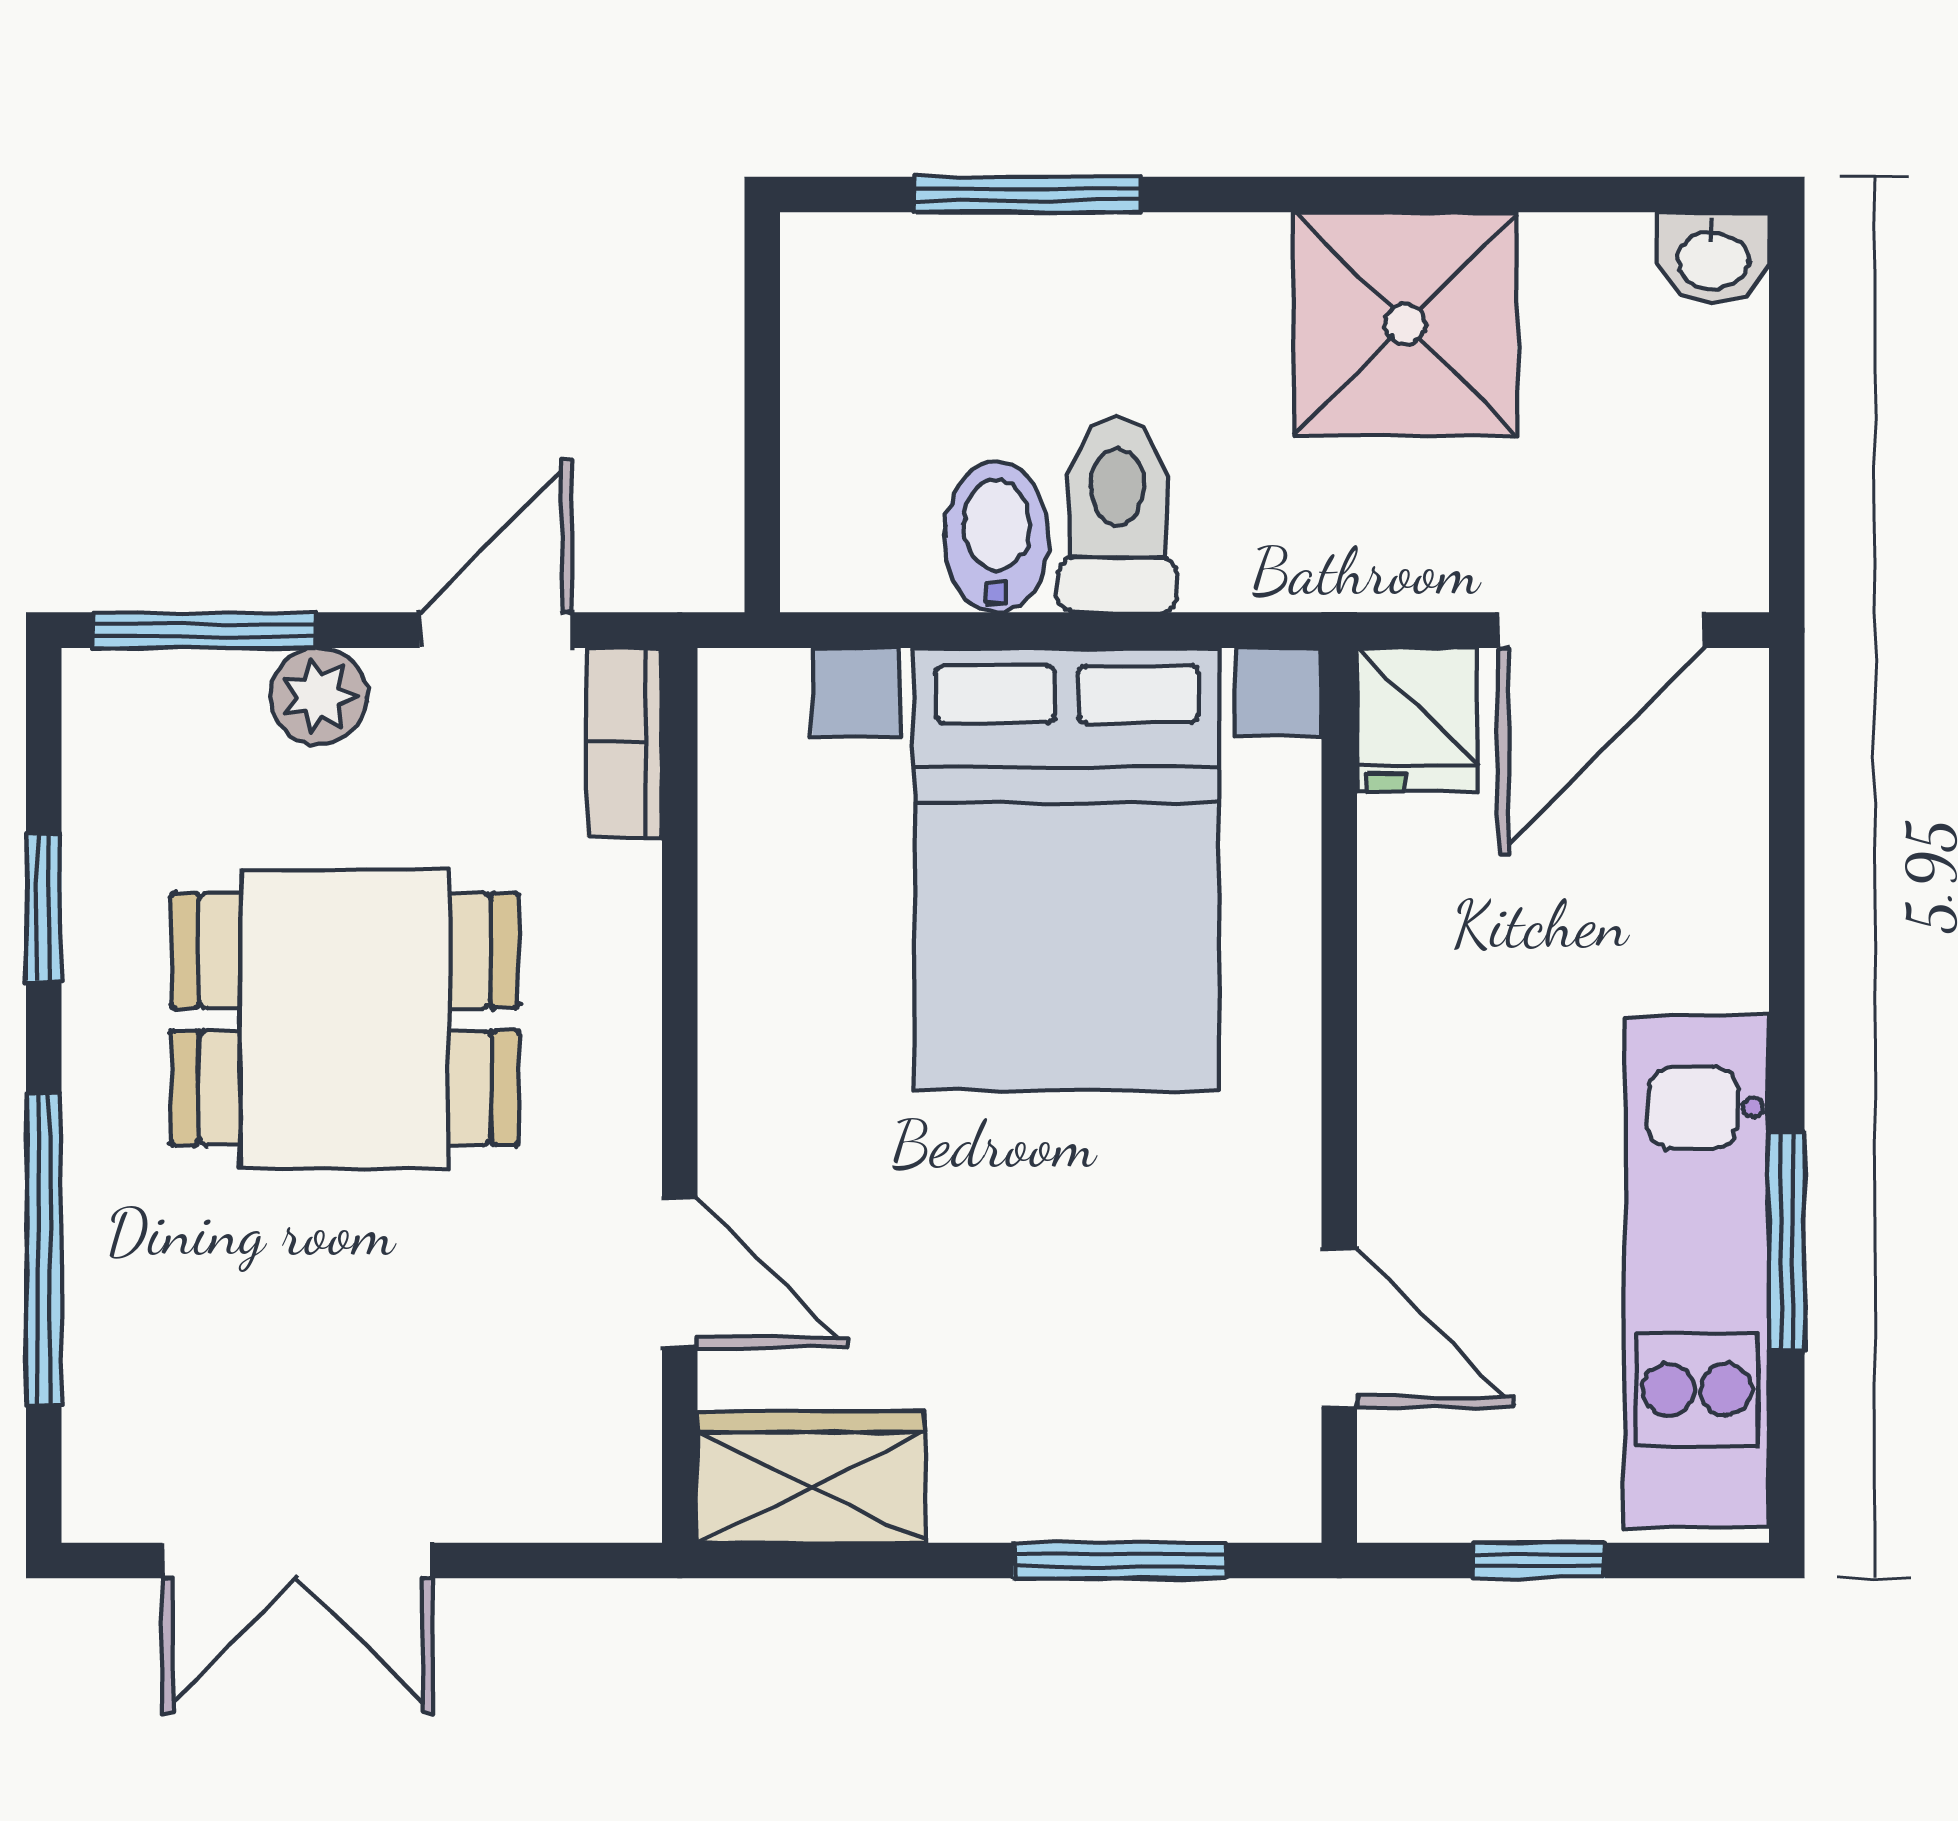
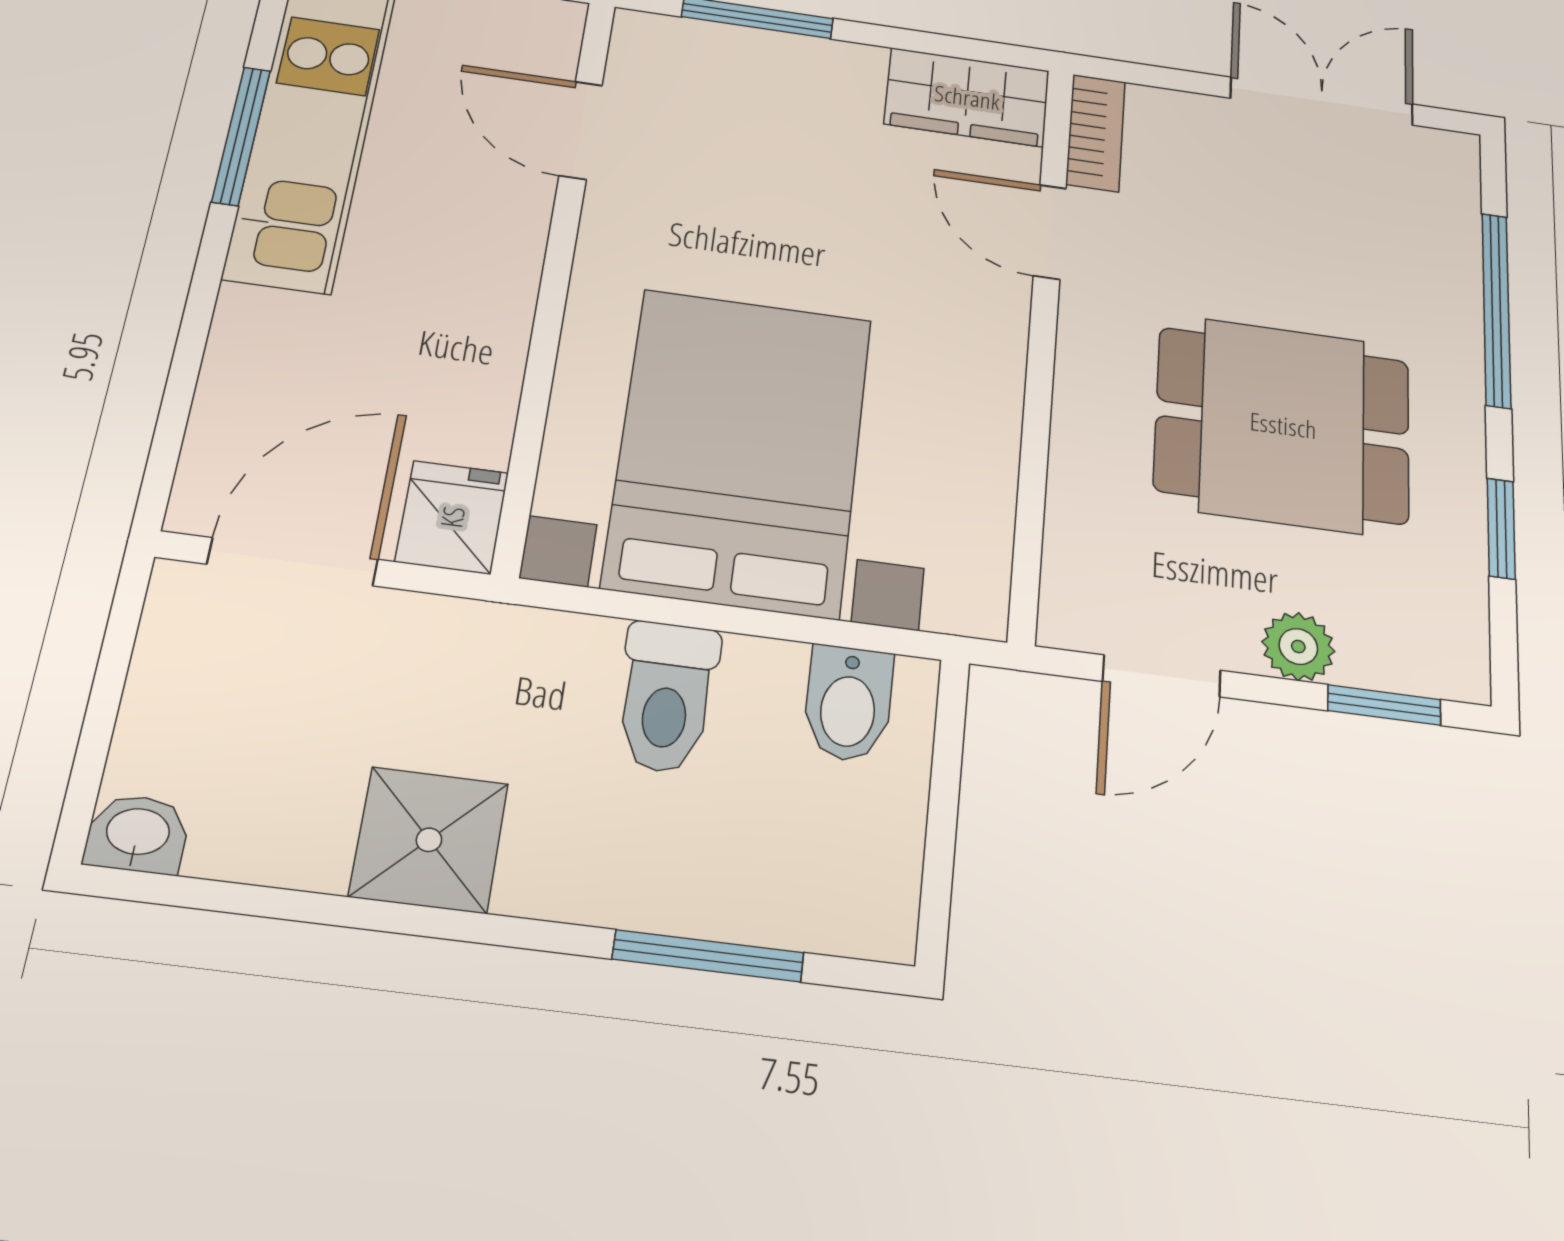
shower: (1405, 324) -> (429, 840), width x0.73, depth x0.73
bidet: (997, 537) -> (848, 704), moved
window: (204, 630) -> (1384, 705), width x0.67
bookcase: (624, 742) -> (1096, 133), moved

